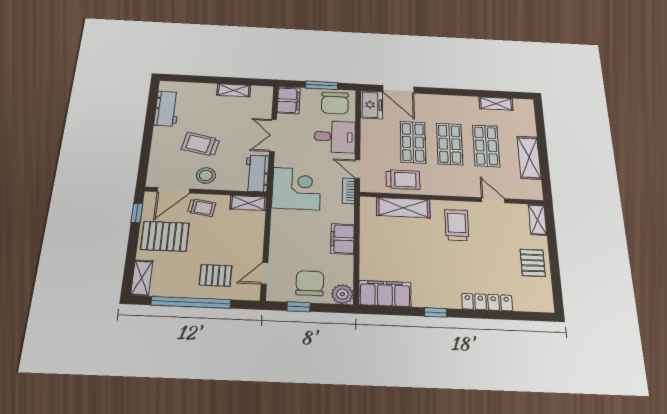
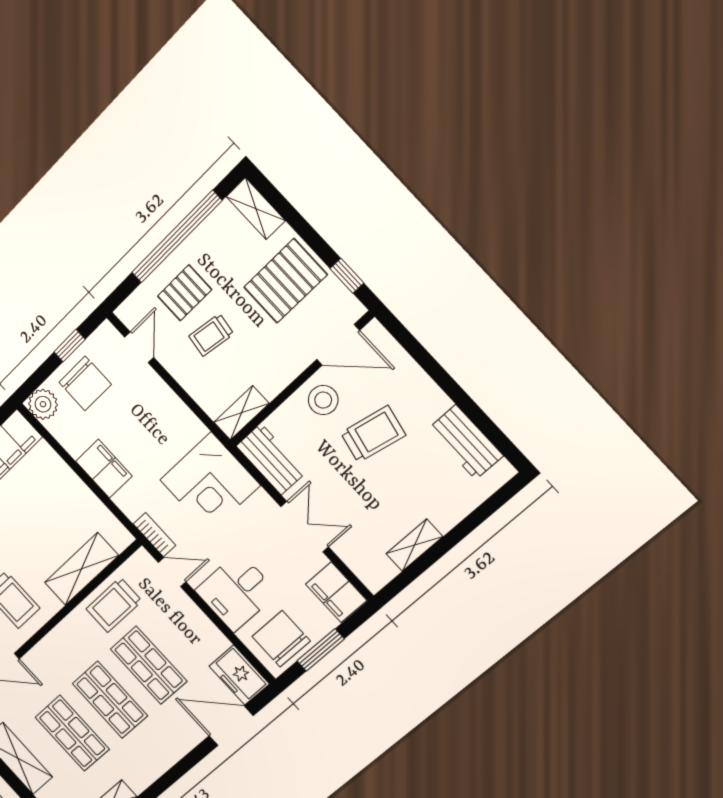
door: (174, 190) -> (338, 345), swing flipped
trolley: (202, 208) -> (211, 335), moved

